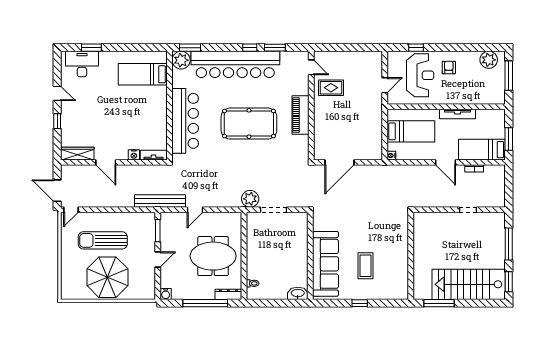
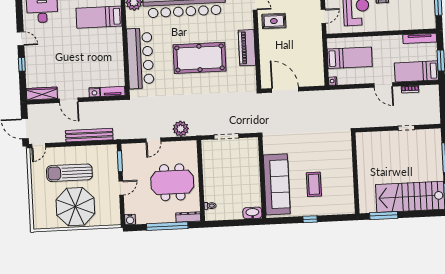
tv unit: (457, 114) -> (420, 38), moved
door: (340, 162) -> (285, 90), swing flipped
plant: (250, 199) -> (181, 129), moved
bench: (160, 201) -> (89, 135), moved

